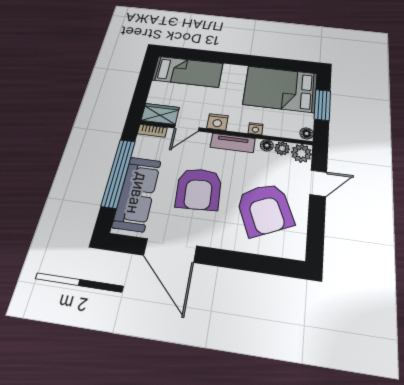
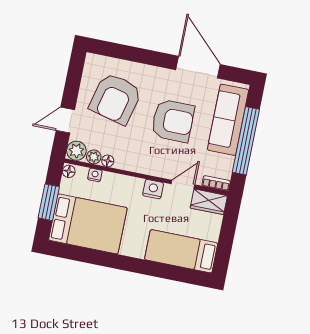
nightstand: (256, 129) -> (95, 175), moved
tv unit: (233, 143) -> (140, 165), removed
armchair: (199, 189) -> (173, 121), turned 93
armchair: (265, 209) -> (115, 99), turned -142

